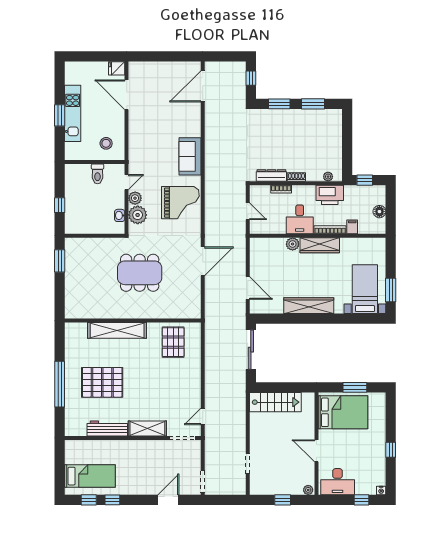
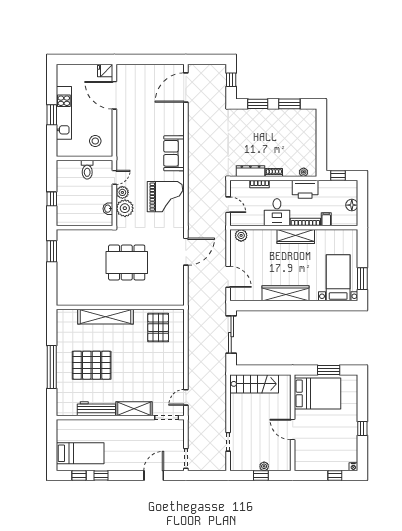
plant: (293, 244) -> (241, 235), moved
desk: (338, 482) -> (312, 458), removed
plant: (308, 490) -> (264, 466), moved

